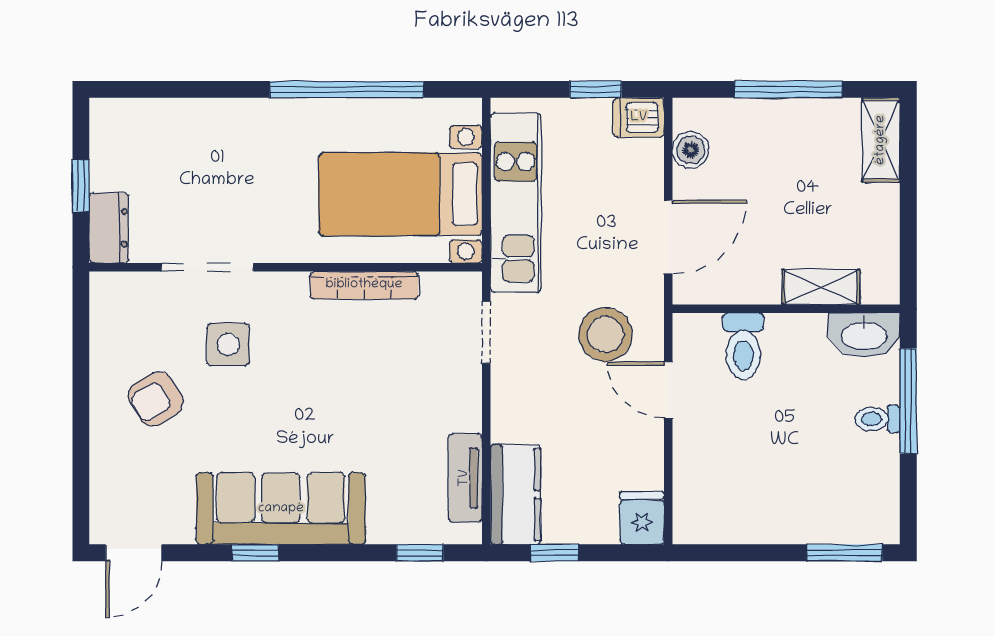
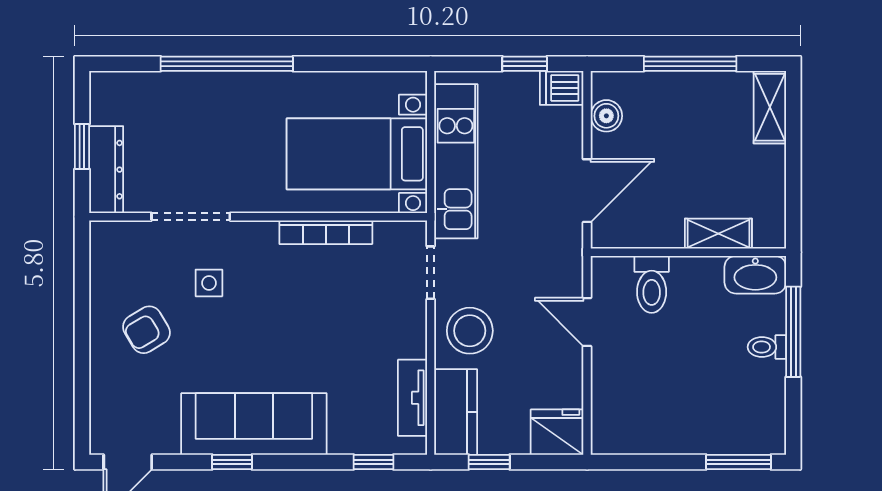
window: (347, 89) -> (227, 64), moved
dresser: (109, 228) -> (106, 170), width x1.44
stool: (605, 334) -> (470, 331), moved
side table: (228, 344) -> (209, 283), width x0.73, depth x0.73
fridge: (642, 518) -> (557, 432), width x1.38

